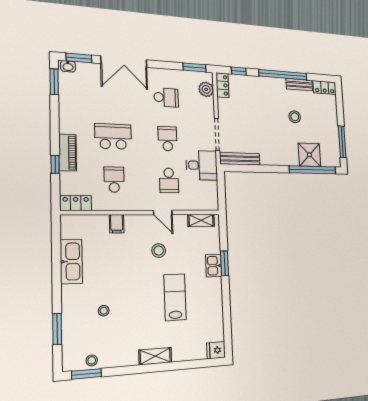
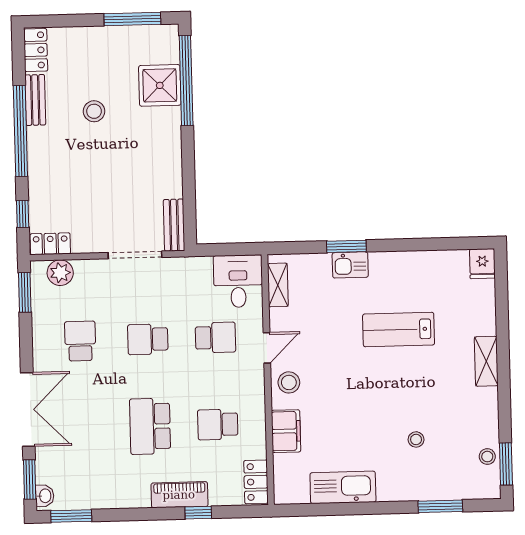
bench: (240, 159) -> (174, 225), width x0.73
desk: (202, 165) -> (238, 281), moved
filing cabinet: (117, 224) -> (286, 431), width x2.00
stool: (159, 251) -> (289, 382), moved

